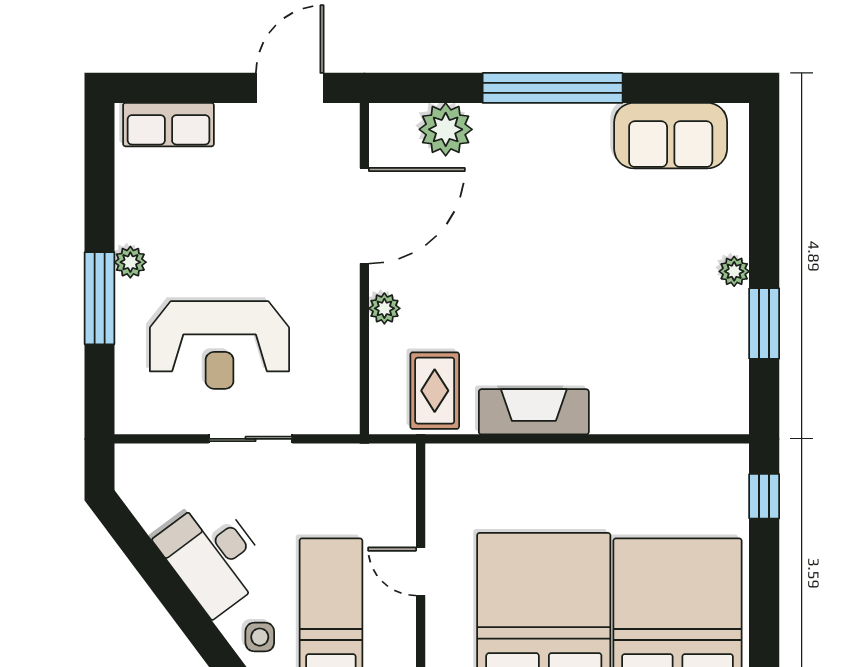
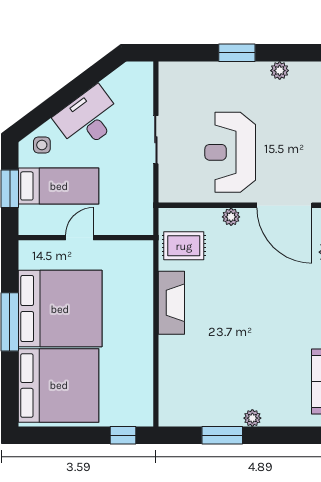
plant: (130, 262) -> (280, 71), moved
window: (100, 298) -> (237, 53), width x0.69
reception desk: (220, 345) -> (230, 152), moved

